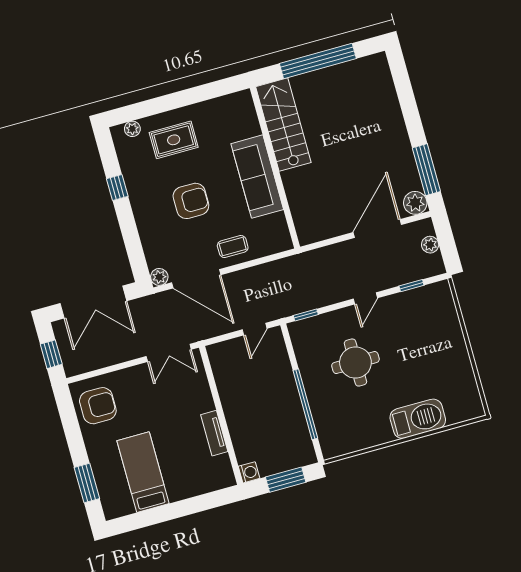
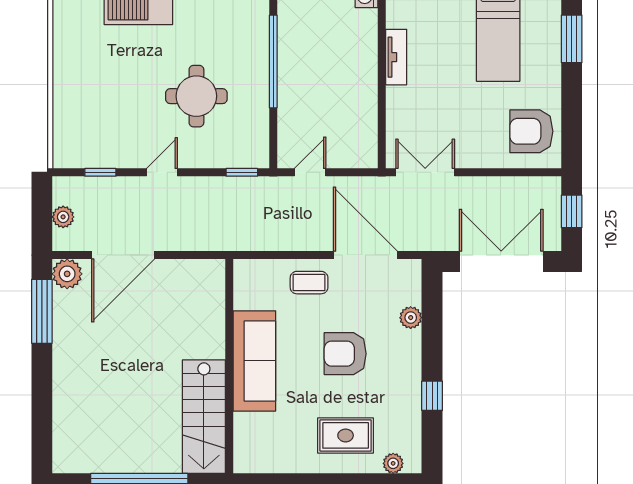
plant: (159, 277) -> (411, 318), moved

